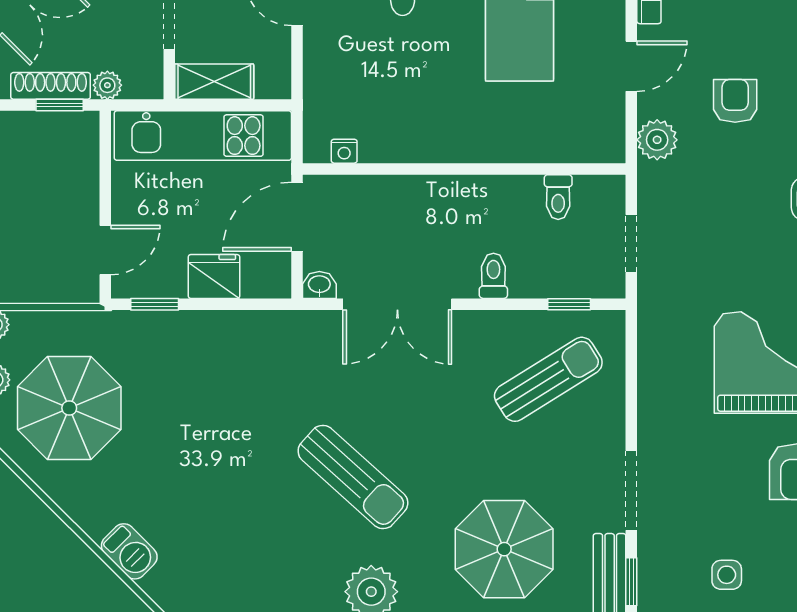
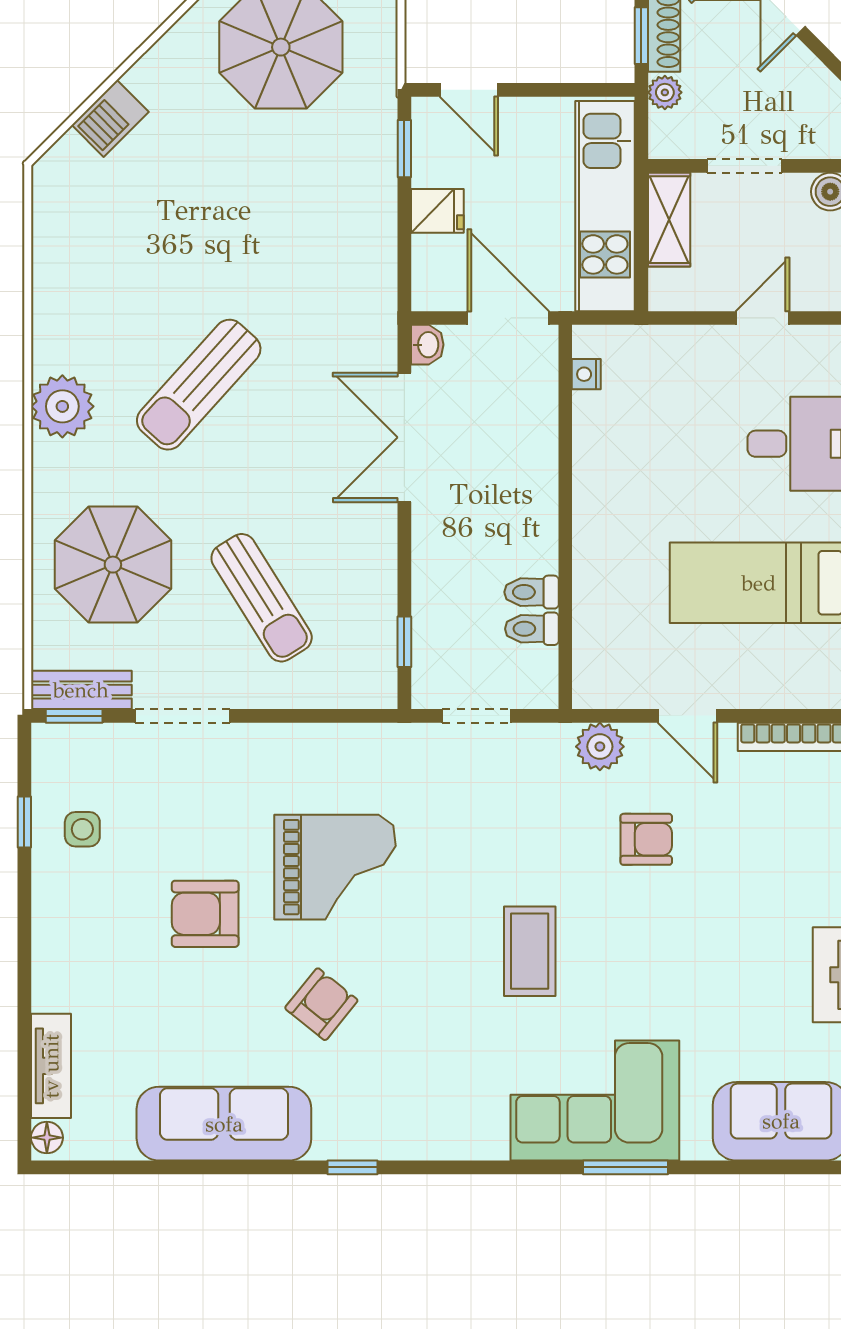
fridge: (214, 276) -> (437, 211), width x0.72
toilet: (493, 276) -> (532, 592), moved, turned 180
sun lounger: (548, 379) -> (262, 598), moved

